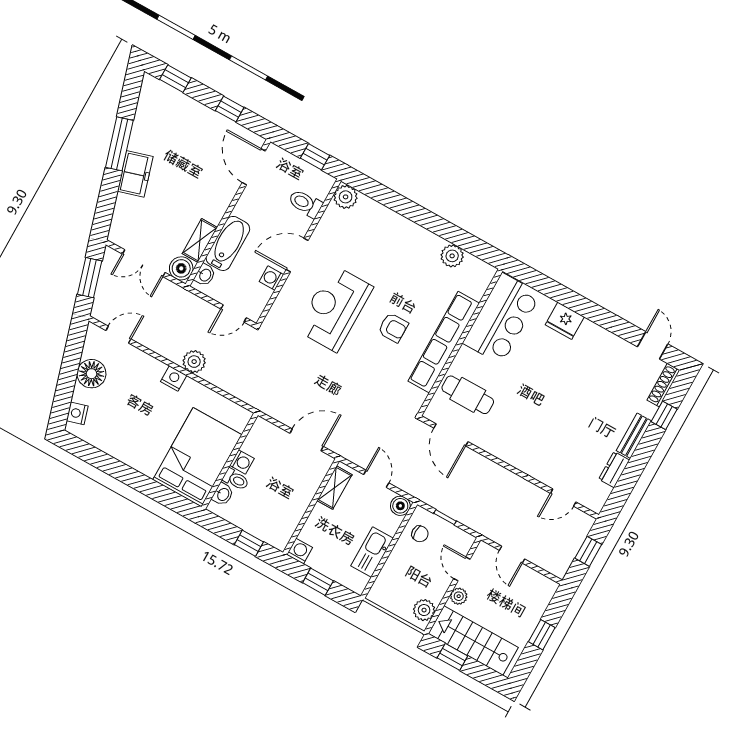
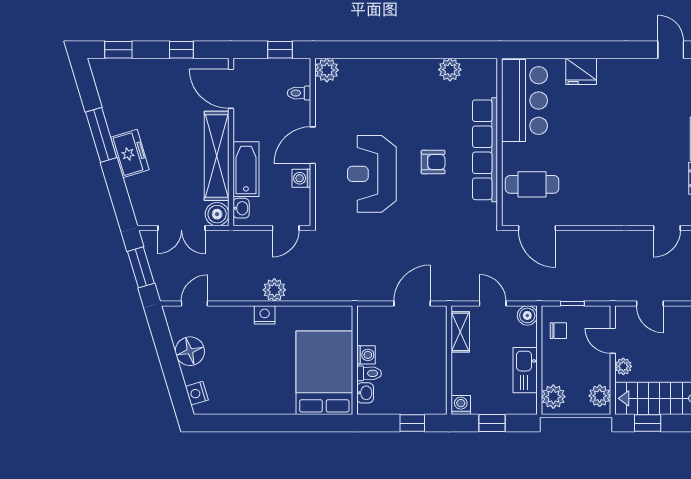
toilet: (305, 203) -> (299, 93), width x0.73, depth x0.72
shelving: (200, 240) -> (217, 156), width x2.20, depth x1.33
plant: (384, 588) -> (553, 397), added

